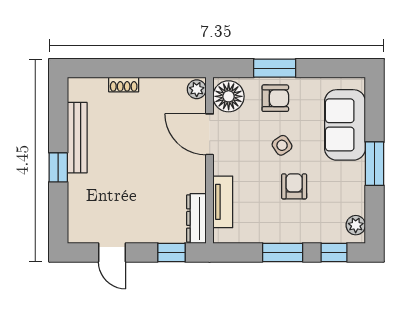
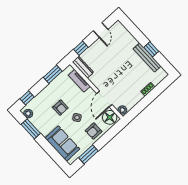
window: (275, 68) -> (88, 154), moved
door: (210, 134) -> (104, 99), swing flipped
window: (375, 164) -> (31, 129), moved
window: (58, 167) -> (151, 49), moved
door: (112, 252) -> (101, 30), swing flipped
window: (283, 252) -> (53, 74), moved

